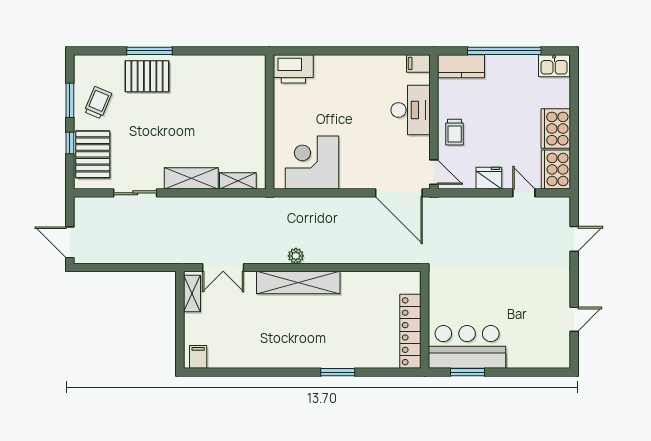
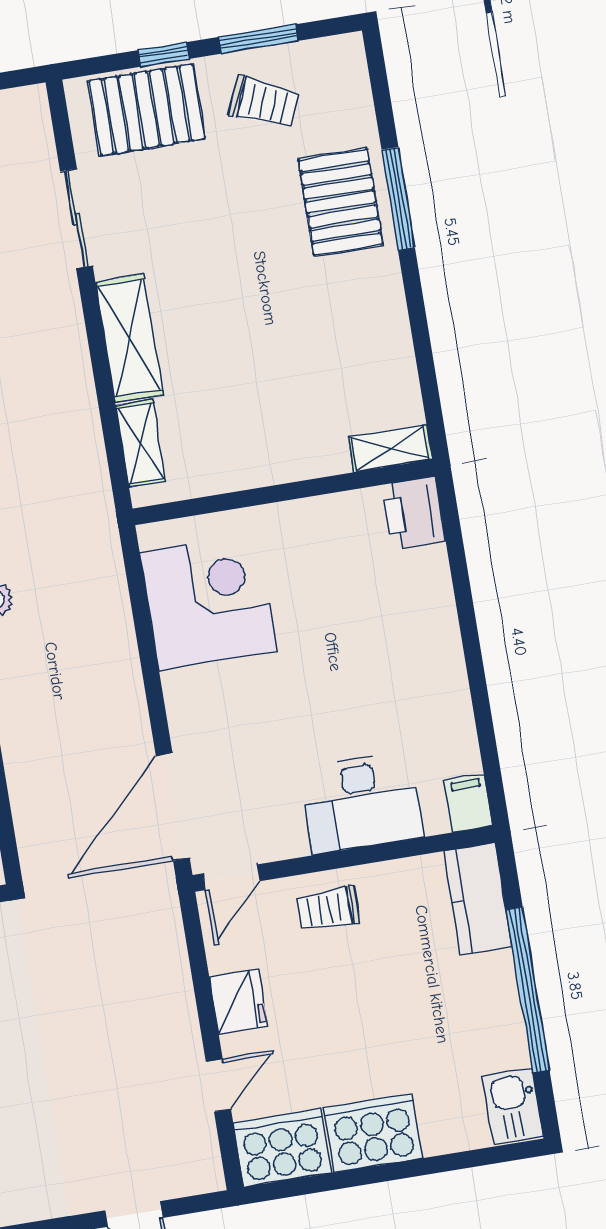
printer: (293, 69) -> (414, 513), width x0.73, depth x0.84
shelving: (258, 72) -> (390, 448), added

